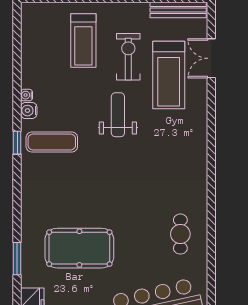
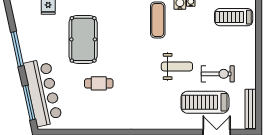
treadmill: (83, 40) -> (234, 17), moved
cafe table: (180, 234) -> (99, 83), moved

